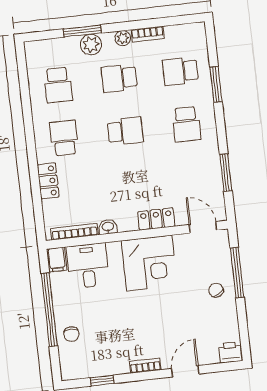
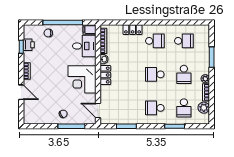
plant: (91, 44) -> (204, 108), moved
school desk: (180, 71) -> (184, 108), turned 180
school desk: (119, 78) -> (184, 74), turned 180
school desk: (58, 85) -> (184, 41), turned 180
school desk: (125, 131) -> (155, 74), turned 90
locker: (156, 219) -> (105, 75), moved
door: (203, 227) -> (98, 111), swing flipped
printer: (230, 352) -> (29, 45), moved

